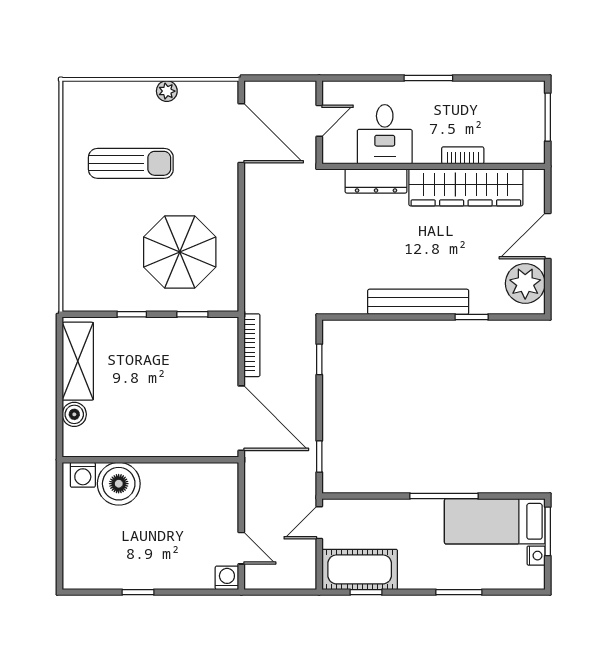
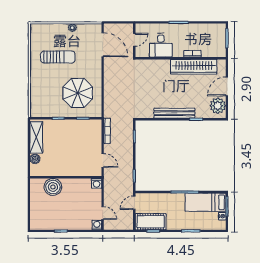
dresser: (376, 181) -> (157, 64), removed
door: (241, 418) -> (103, 160), width x0.53
washing machine: (83, 475) -> (97, 183), moved

